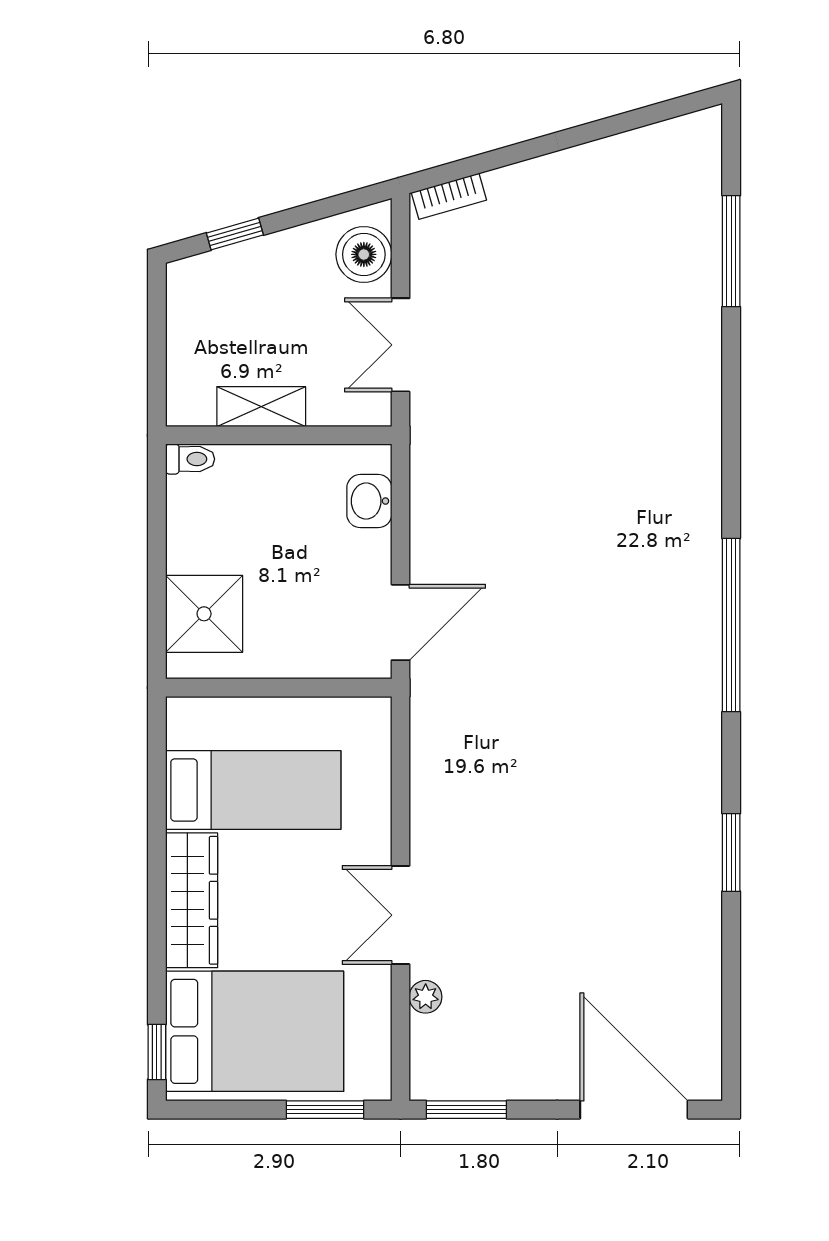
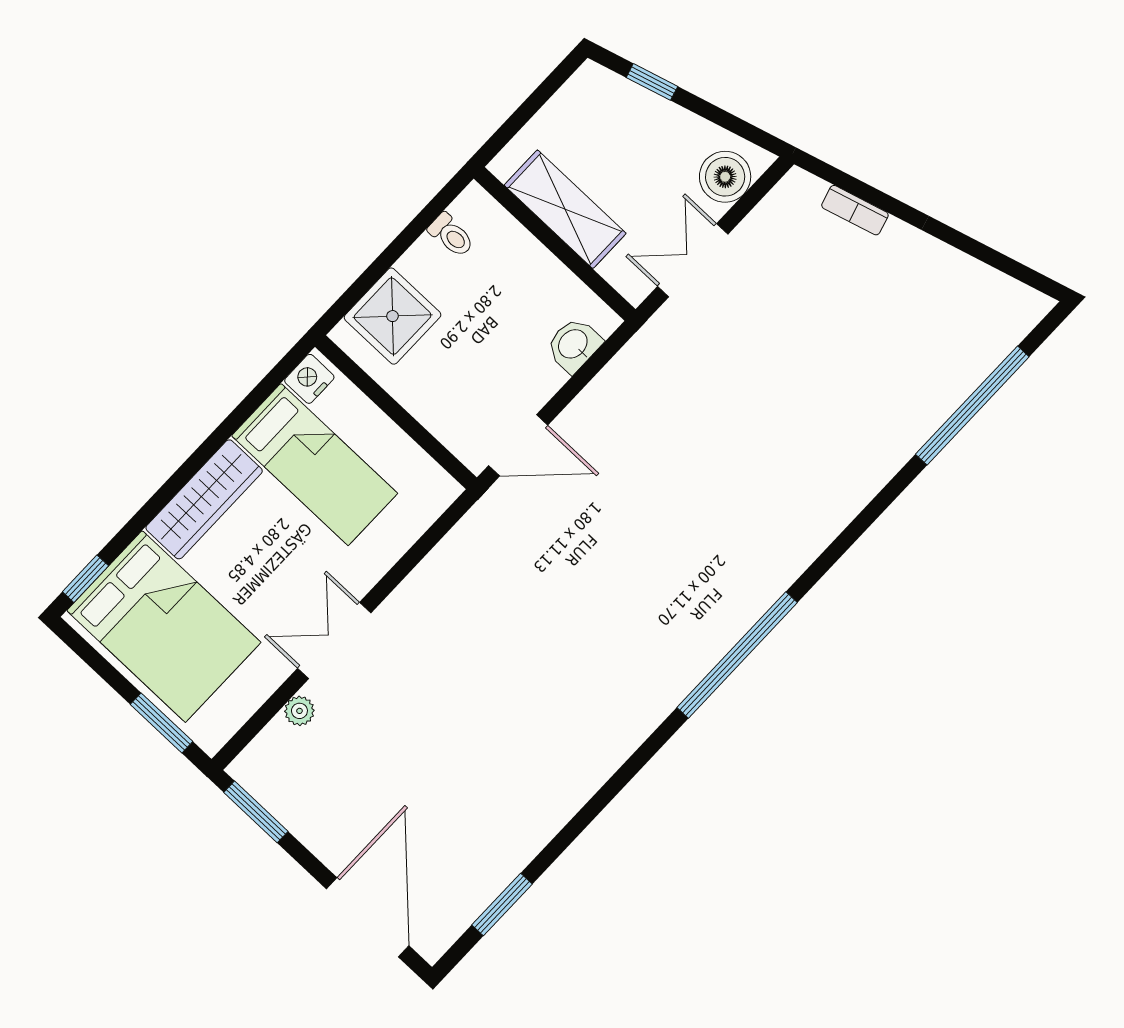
bookcase: (449, 196) -> (855, 210), moved
window: (731, 251) -> (972, 405), width x1.46
shelving: (261, 407) -> (565, 209), width x1.50, depth x1.33
toilet: (190, 459) -> (451, 235), moved
nightstand: (185, 726) -> (309, 379), added
window: (731, 852) -> (502, 905), moved

